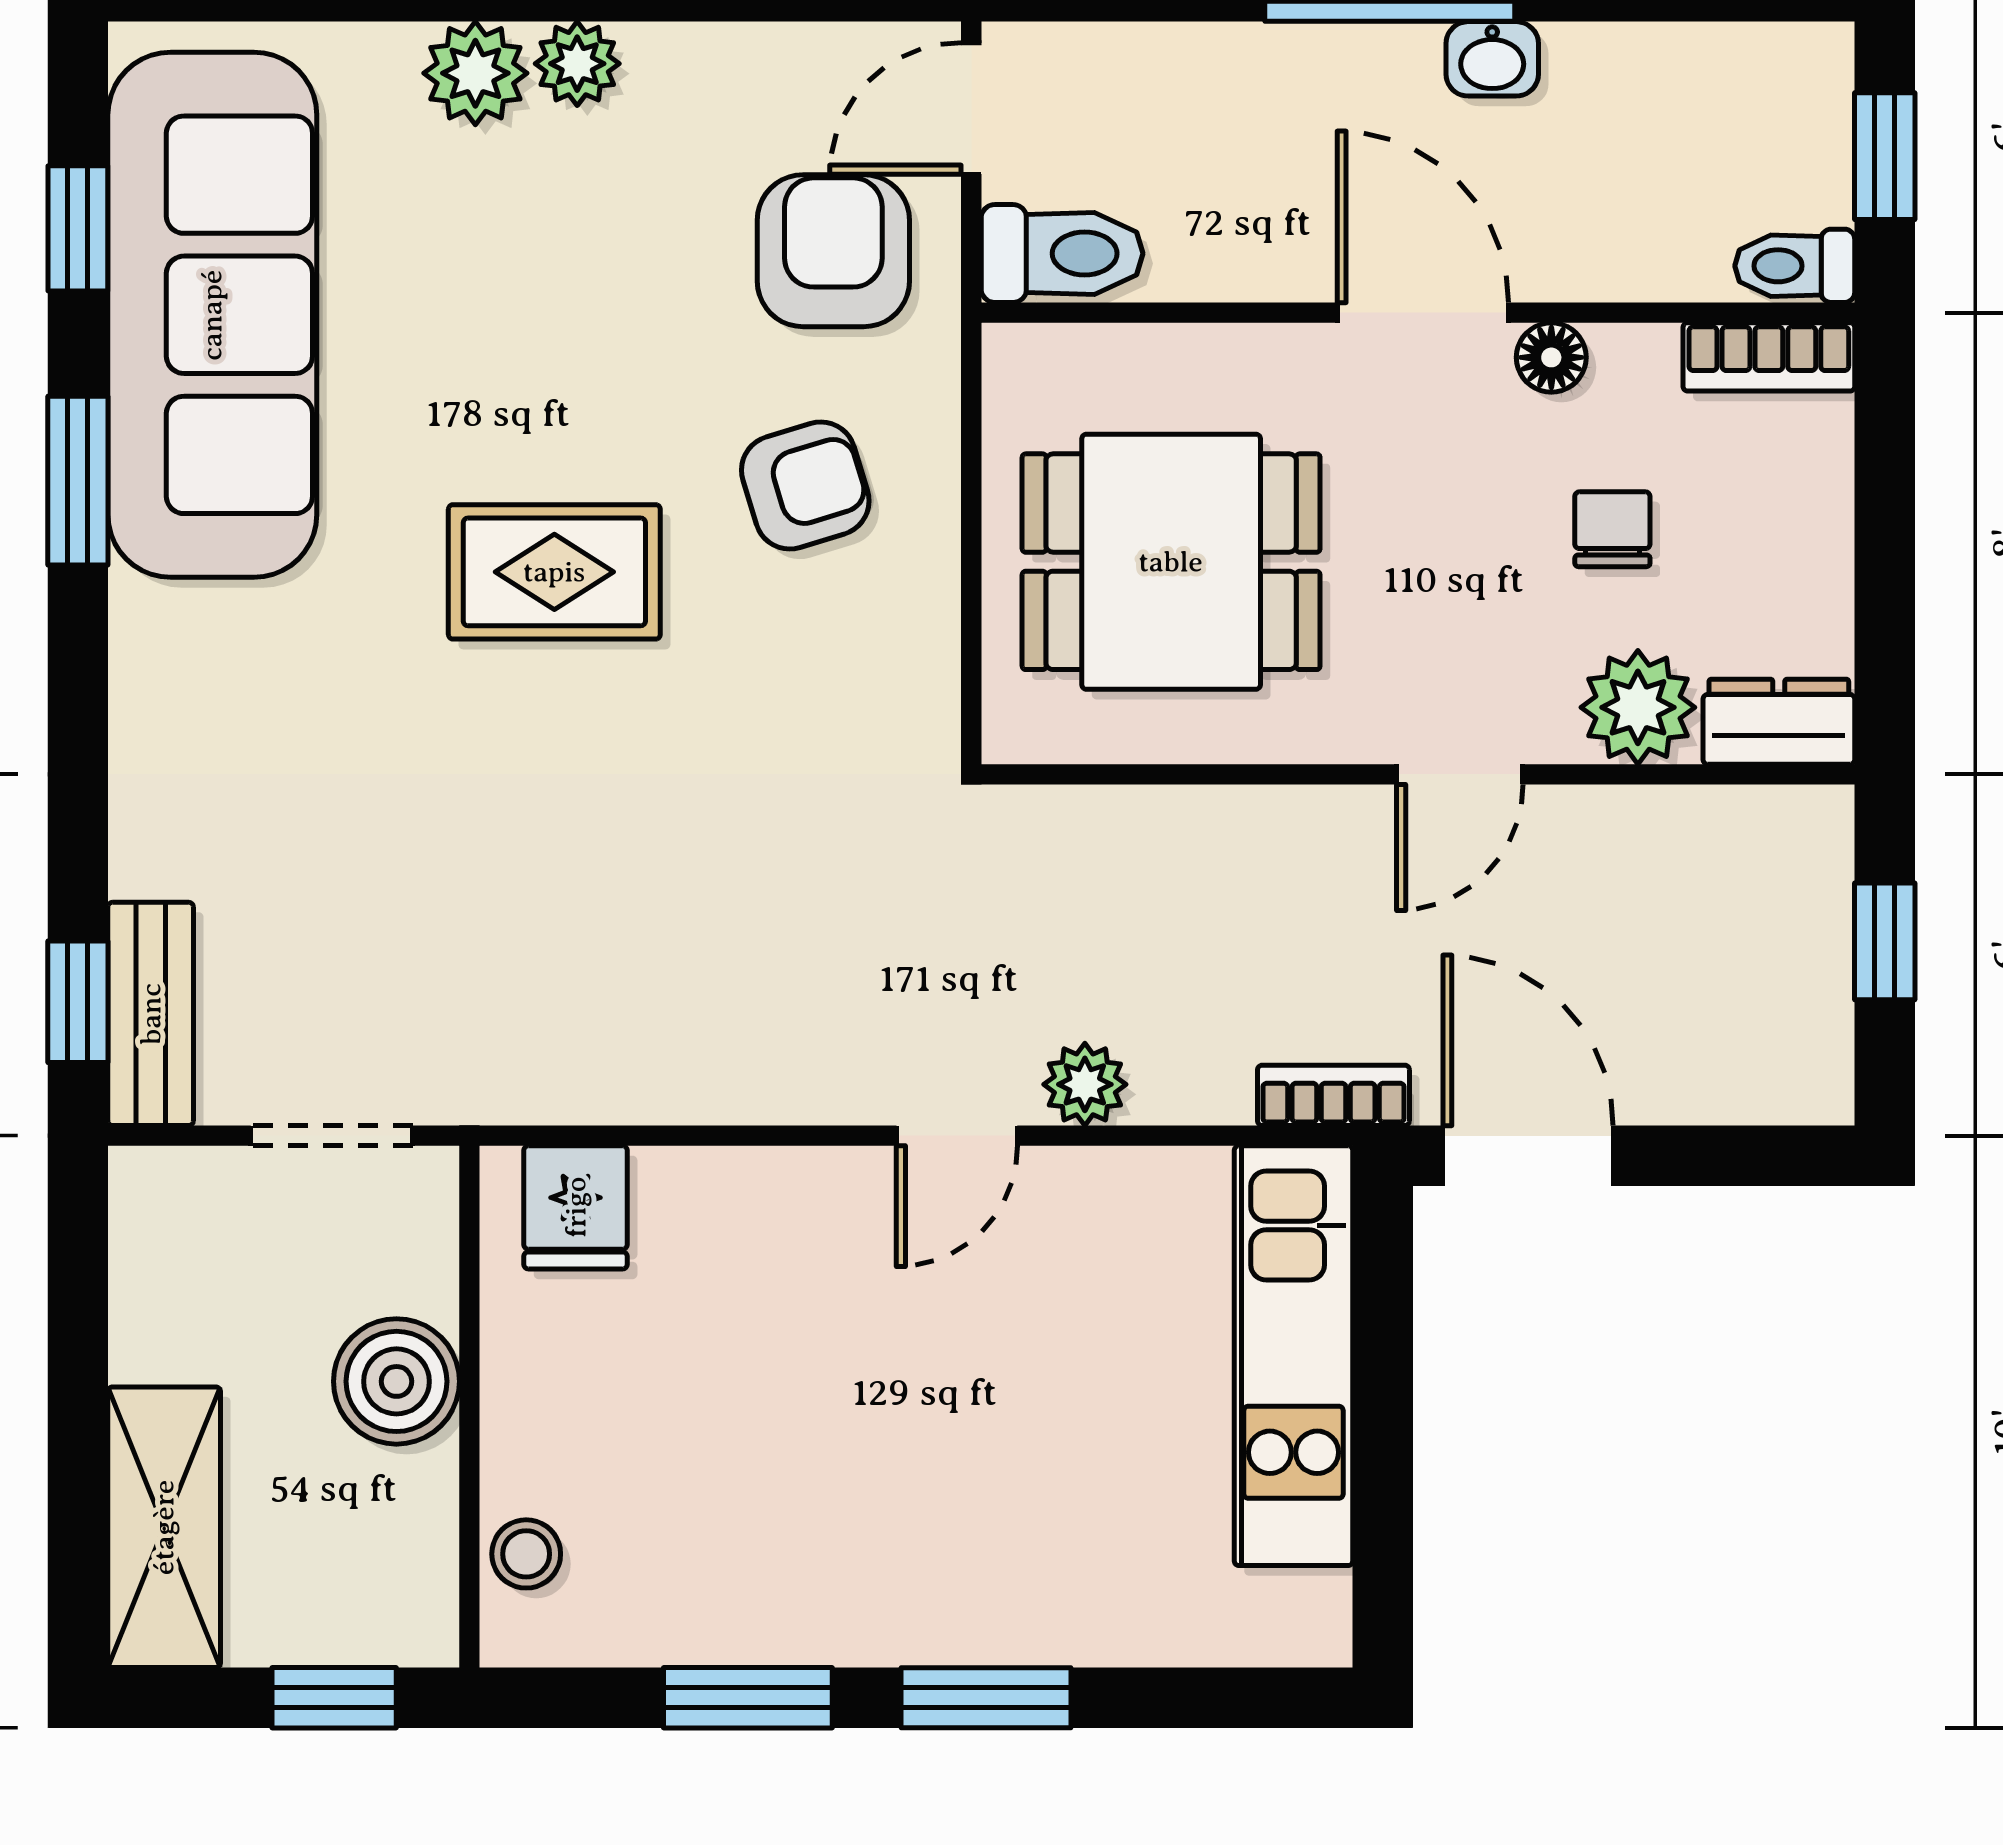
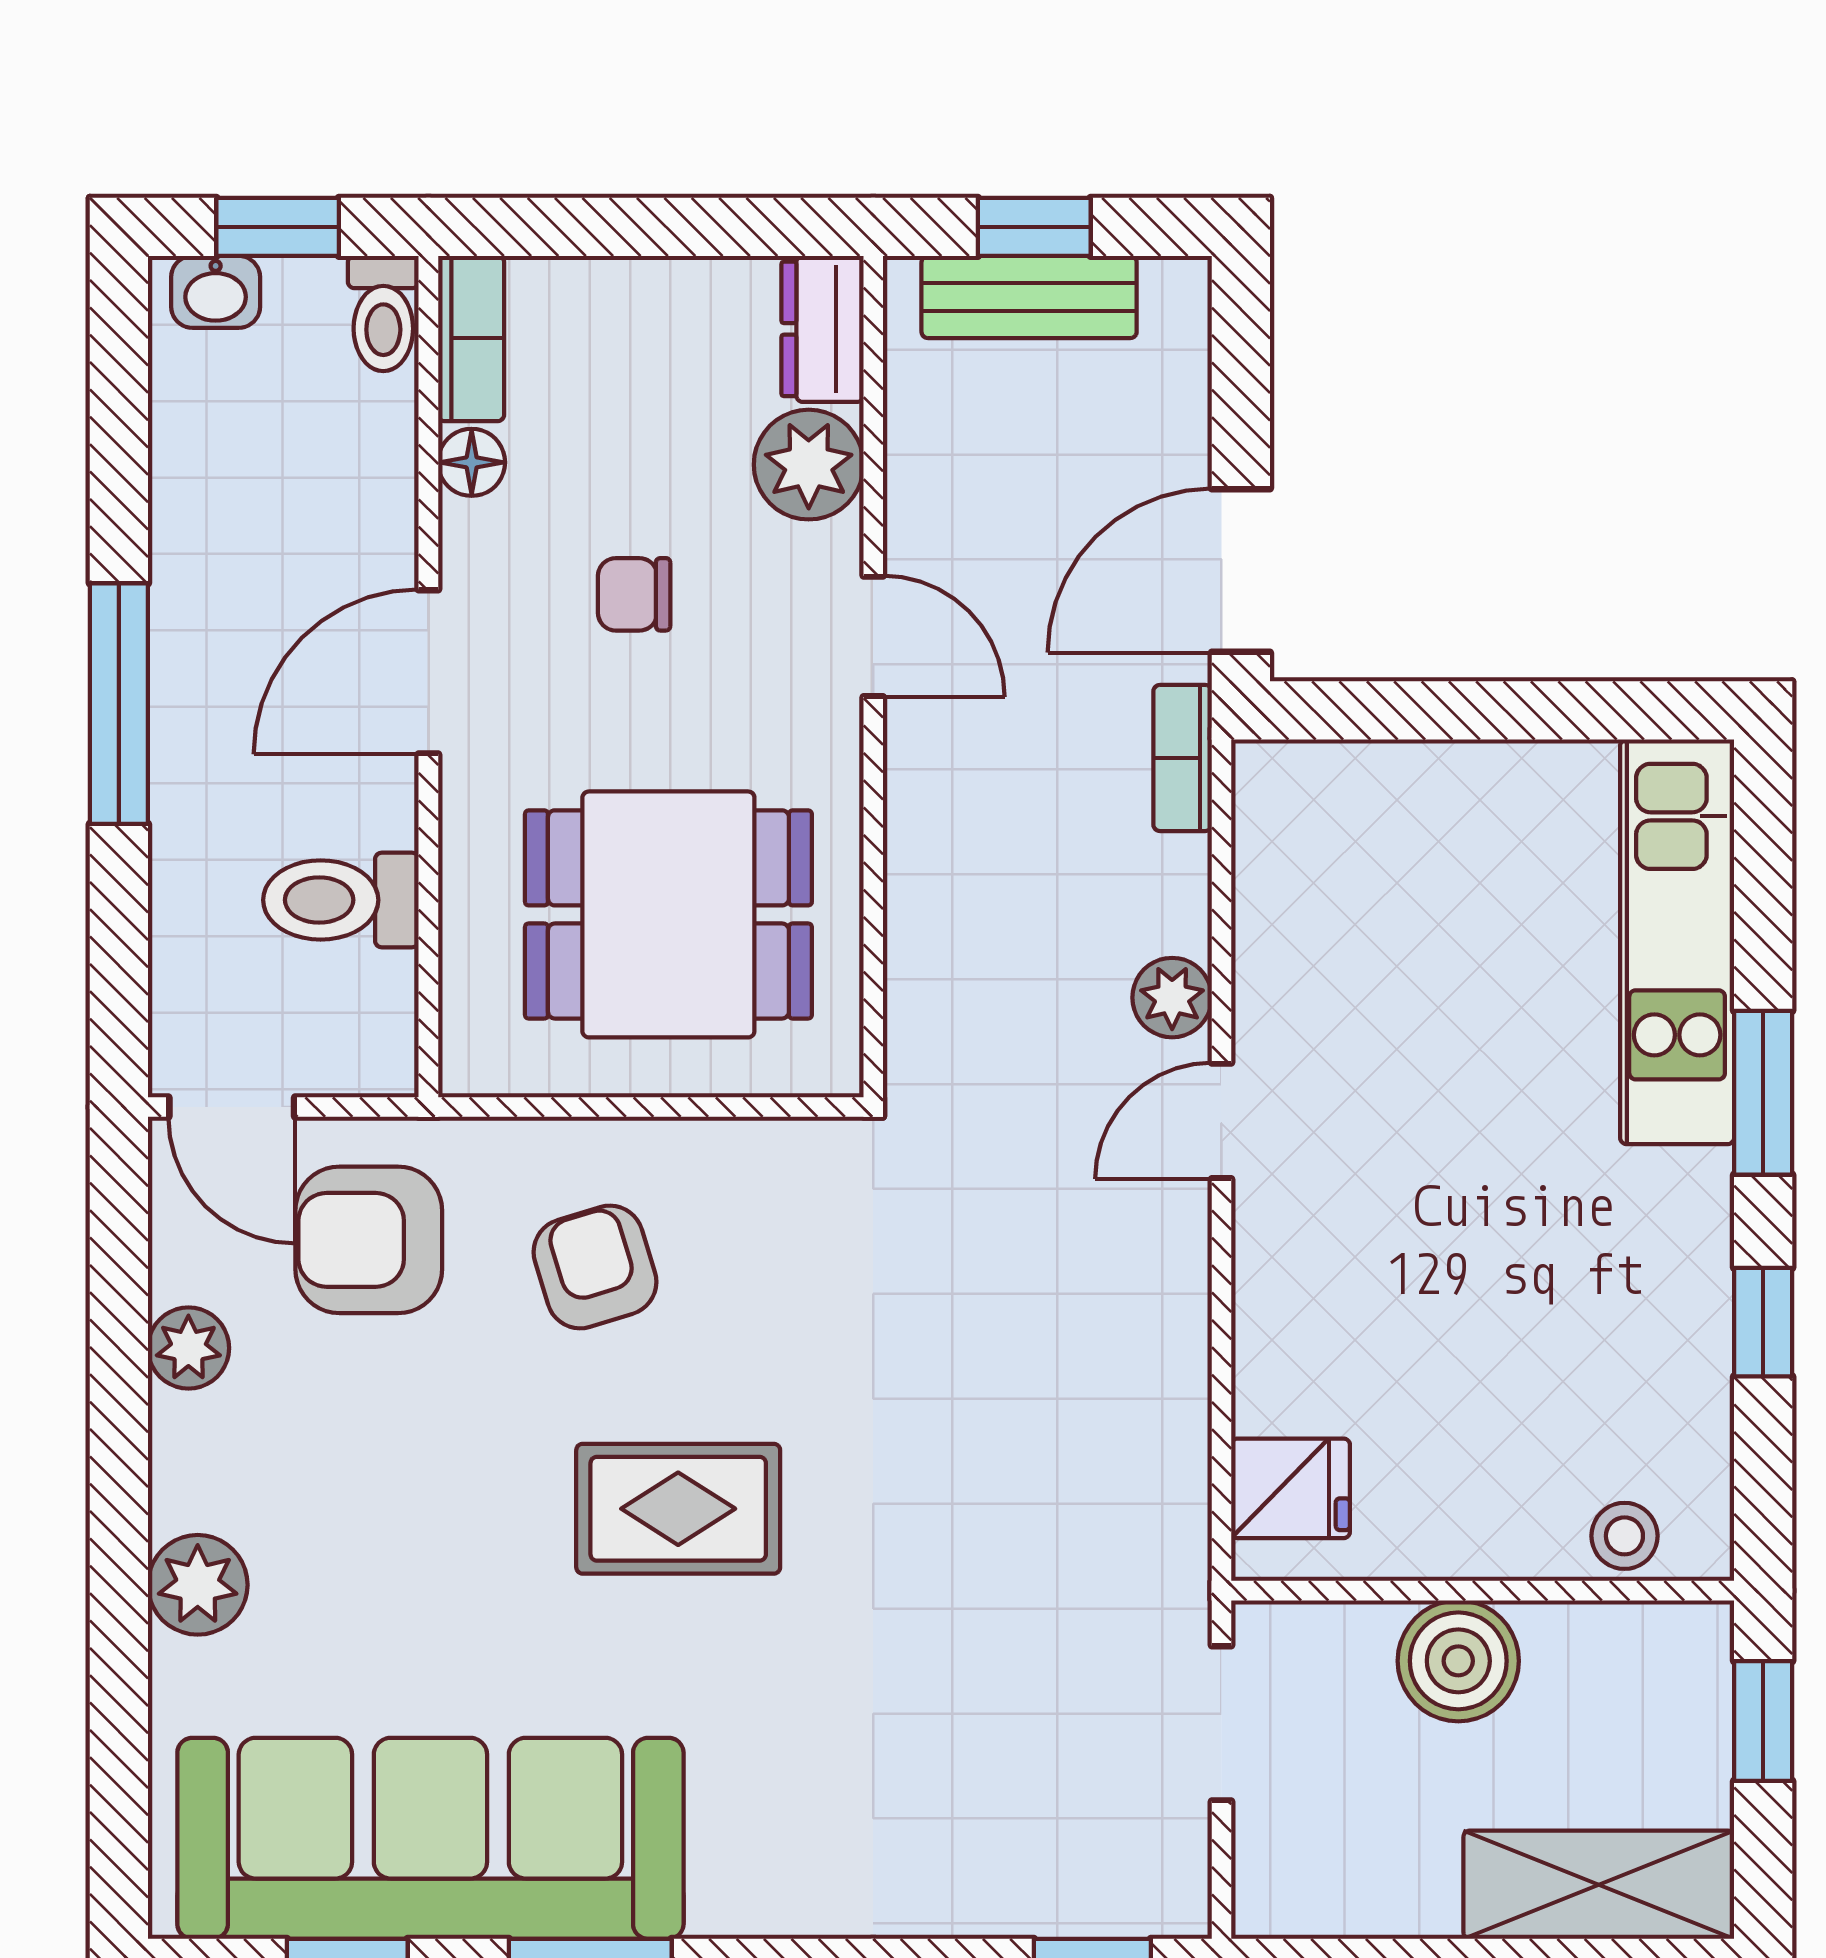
washbasin: (1492, 59) -> (216, 292), moved, turned 90
plant: (577, 64) -> (188, 1348), moved
toilet: (1062, 253) -> (341, 900), moved, turned -90
floor lamp: (1551, 357) -> (472, 462), moved
chair: (1612, 529) -> (634, 594), moved
dining table: (1171, 562) -> (668, 914), turned 90
rug: (554, 572) -> (678, 1509), turned 90
bench: (151, 1014) -> (1029, 297), moved
door: (957, 1136) -> (1221, 1121), swing flipped
kitchen unit: (1294, 1356) -> (1677, 942), moved, turned 90
window: (748, 1698) -> (1763, 1322), width x0.67

